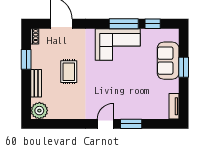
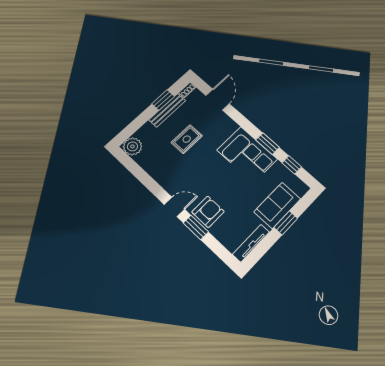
window: (124, 24) -> (268, 144), width x0.69
bench: (36, 83) -> (167, 110), moved, width x1.36
tv unit: (174, 106) -> (251, 243), width x1.41
armchair: (129, 107) -> (208, 212), added

